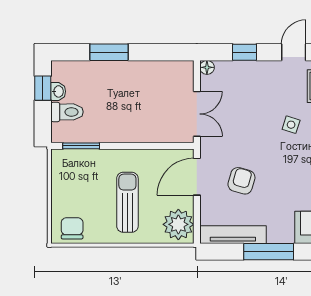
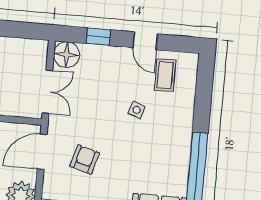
door: (294, 52) -> (145, 41), swing flipped
floor lamp: (207, 67) -> (67, 55), width x1.89, depth x1.89

